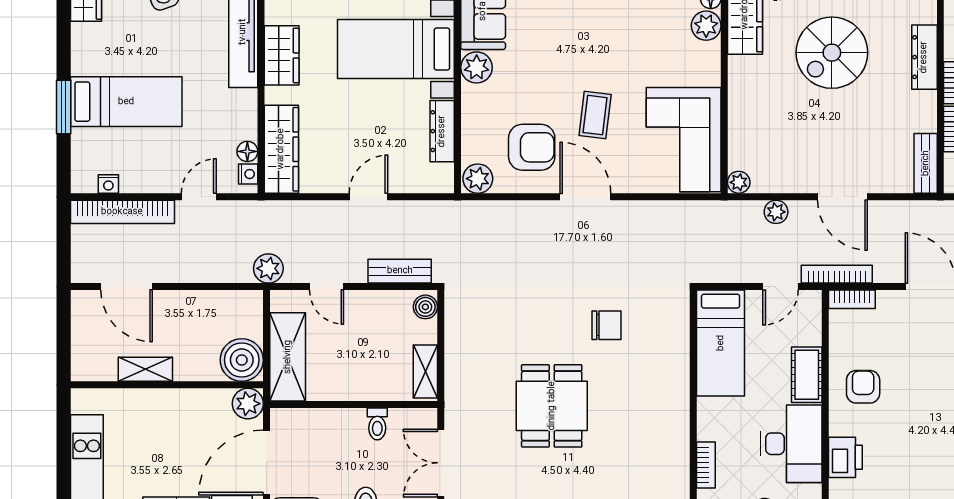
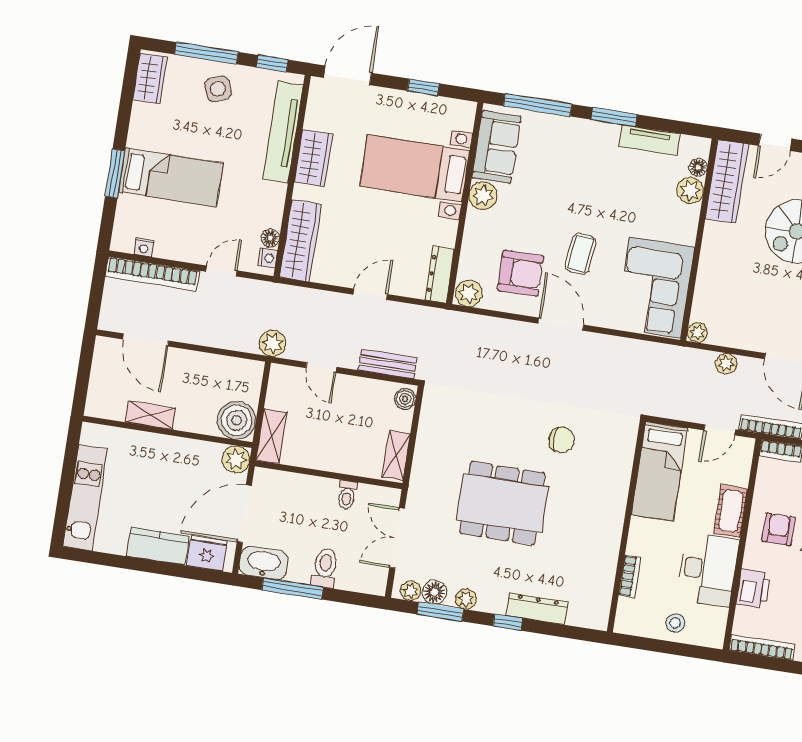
dresser: (442, 131) -> (440, 275), moved
shelving: (288, 357) -> (271, 436), width x0.67, depth x0.75
dining table: (552, 406) -> (503, 503), width x1.38

